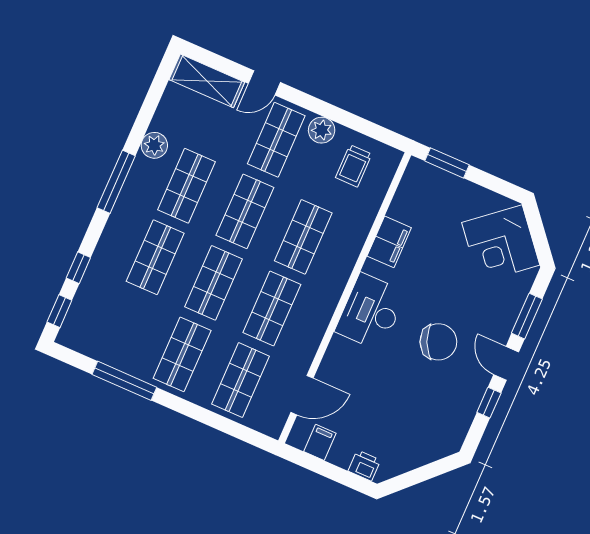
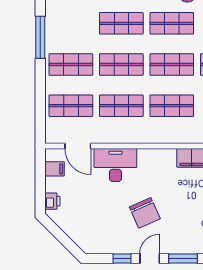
desk: (371, 312) -> (115, 165), moved

